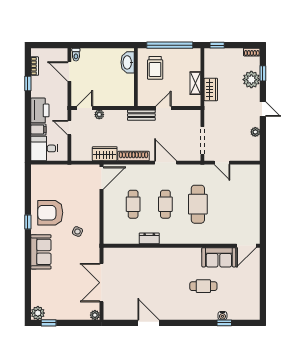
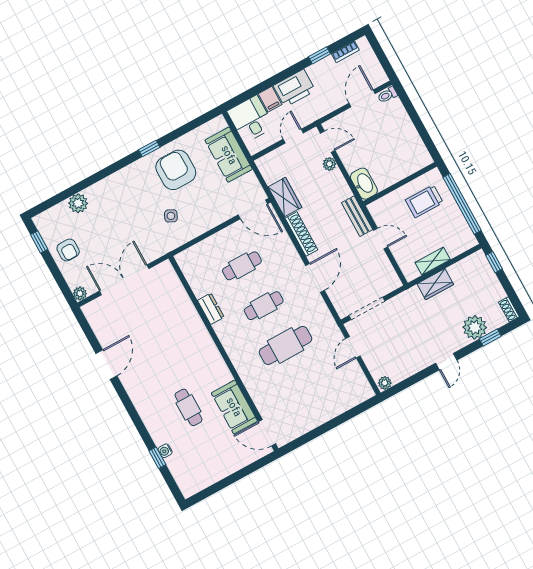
washbasin: (128, 62) -> (364, 184), moved, turned 90
plant: (255, 132) -> (385, 383), moved
sofa: (41, 252) -> (229, 155), moved, turned 90
armchair: (64, 308) -> (68, 250), added
plant: (38, 313) -> (78, 203), moved

